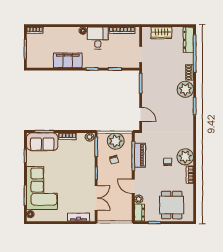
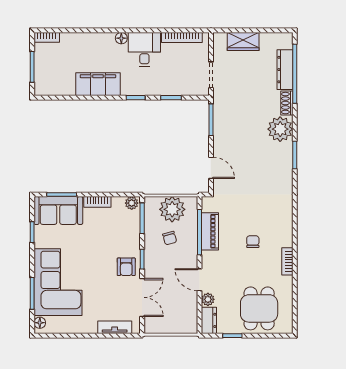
dresser: (188, 40) -> (285, 70), moved
plant: (185, 157) -> (280, 234), removed
armchair: (86, 178) -> (126, 267), added

